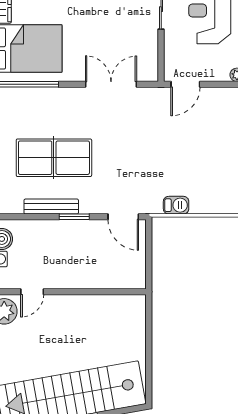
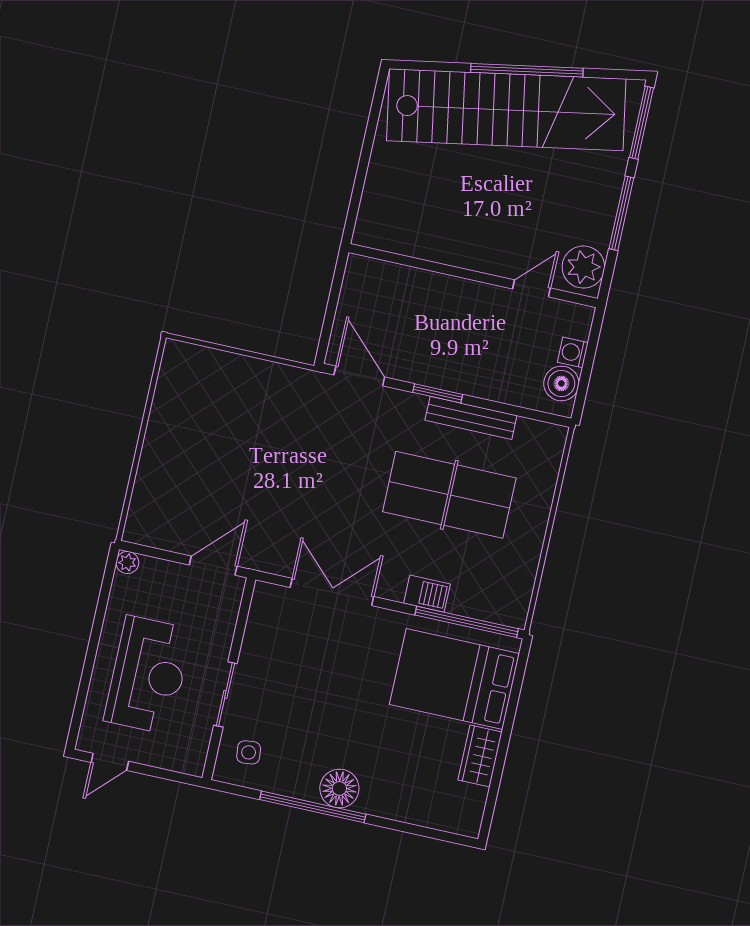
double door: (111, 84) -> (332, 592), swing flipped
barbecue: (176, 205) -> (427, 594), moved, turned 180

